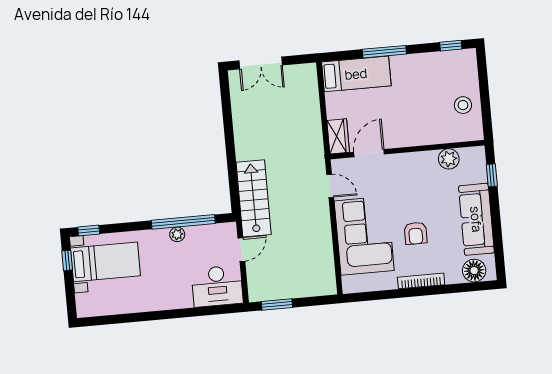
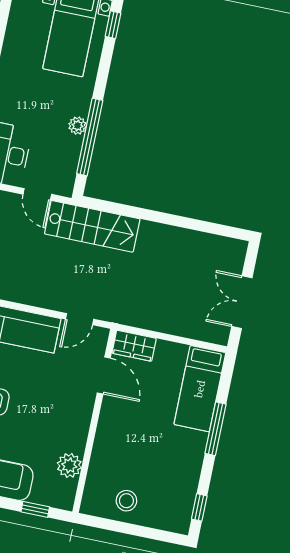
double door: (261, 63) -> (242, 302), moved

